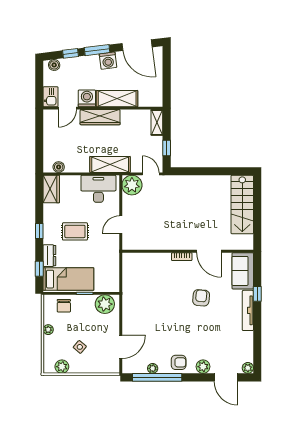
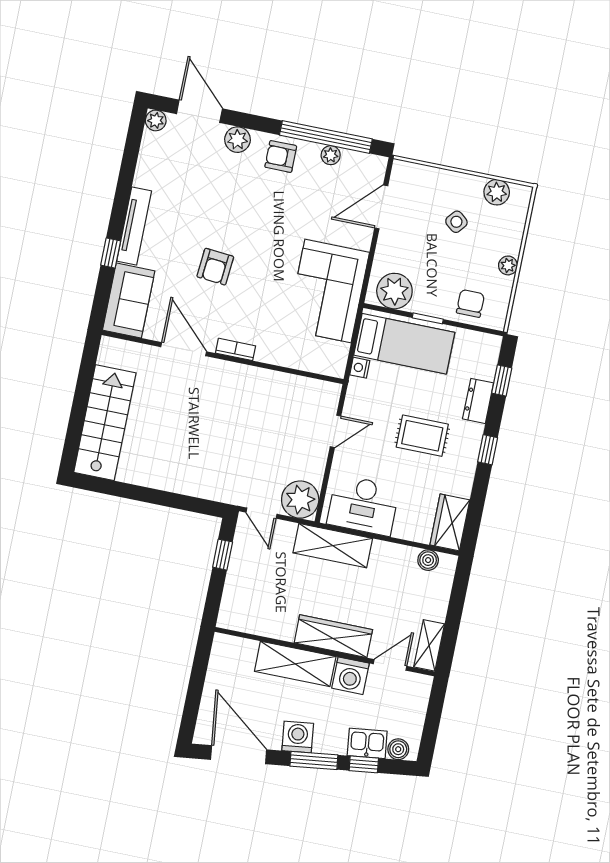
kitchen sink: (51, 97) -> (367, 743), moved, turned 83
shelving: (157, 122) -> (429, 645), moved
nightstand: (115, 260) -> (360, 368), added
bed: (68, 279) -> (404, 344), moved, turned 180
corner sofa: (140, 297) -> (328, 291), added

